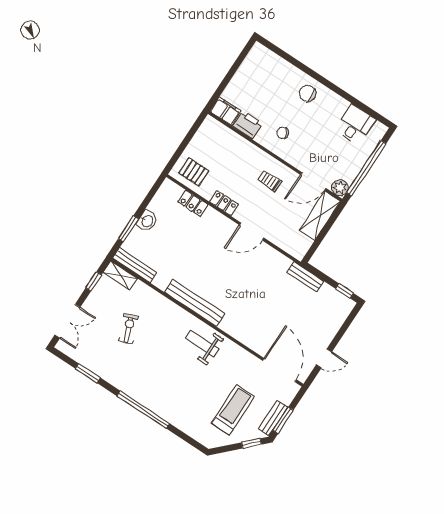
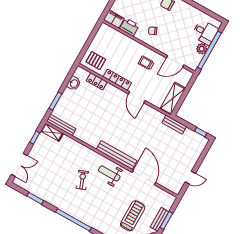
desk: (355, 125) -> (205, 32), moved, turned 90
plant: (340, 188) -> (202, 49), moved
locker: (224, 203) -> (117, 80), width x1.53
shelving: (320, 216) -> (173, 99), moved
washbasin: (147, 221) -> (74, 83), moved
door: (252, 231) -> (137, 97), hinge flipped
bench: (195, 303) -> (117, 155), moved
exercise bike: (129, 329) -> (82, 180), moved
door: (279, 370) -> (144, 177), moved

